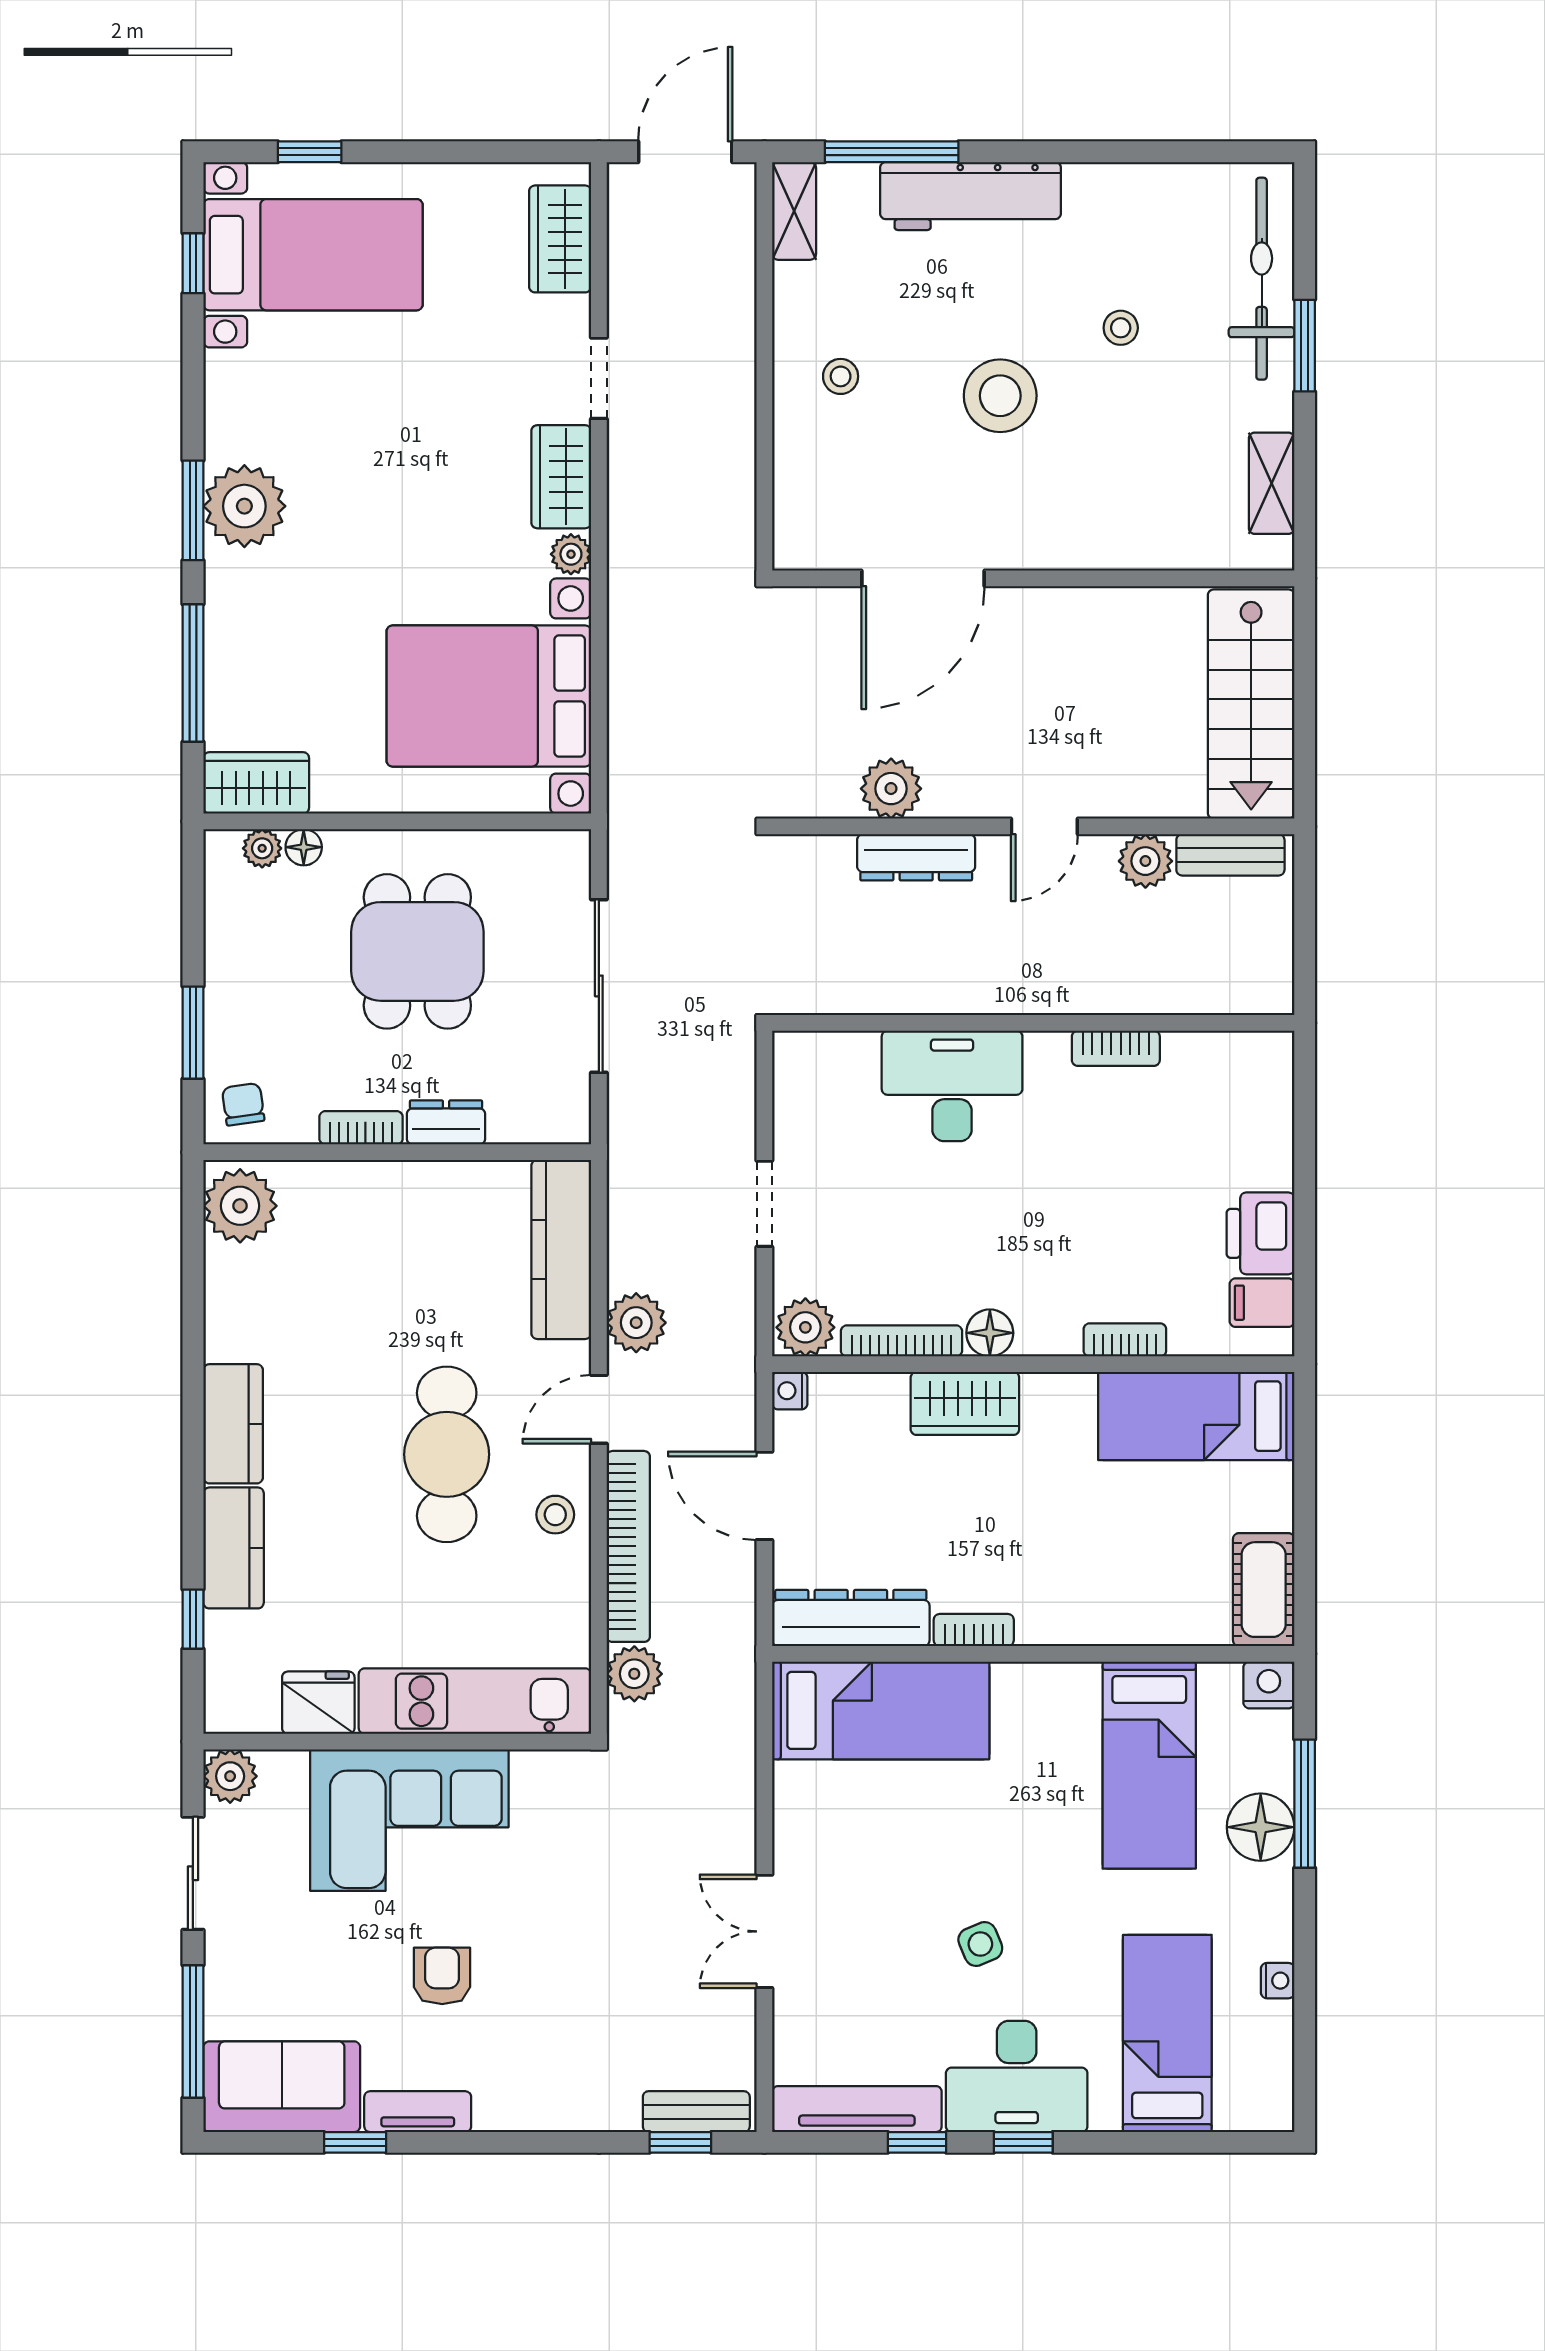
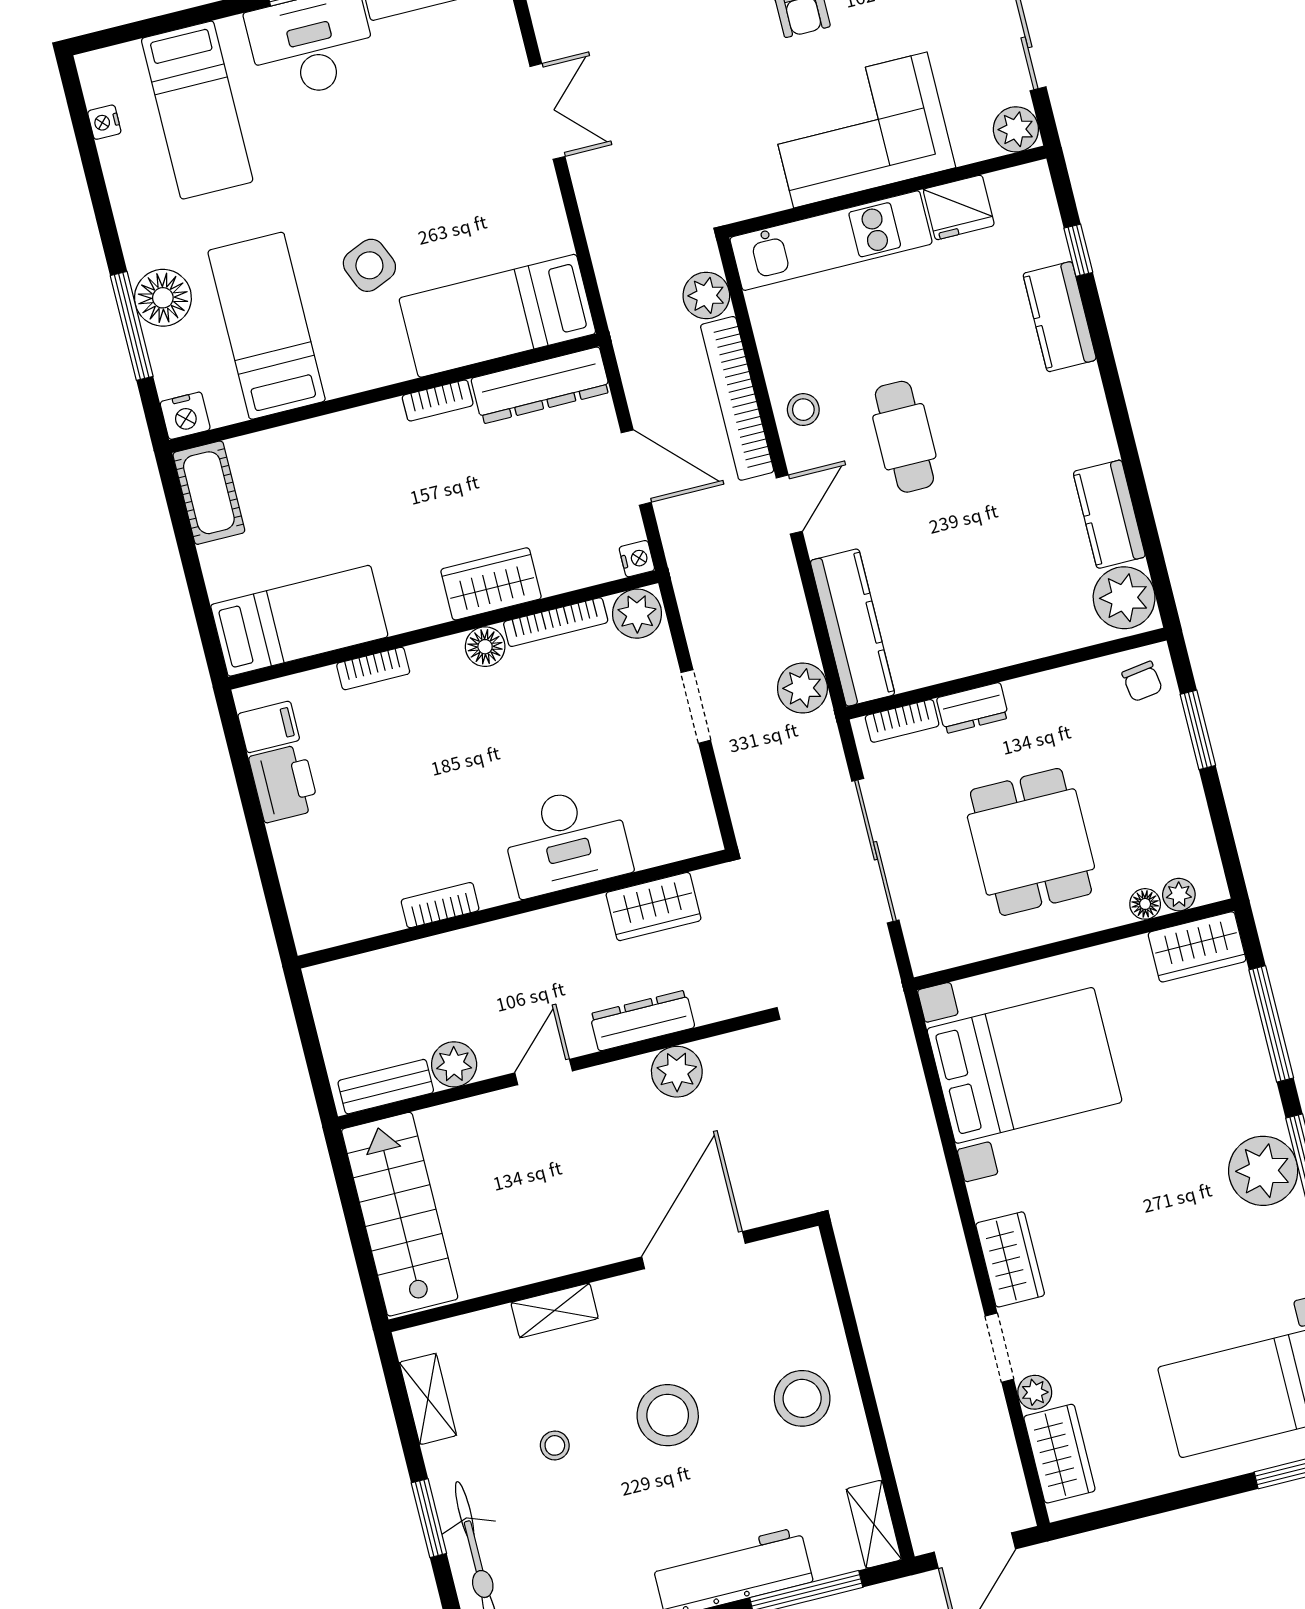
stool: (1121, 328) -> (555, 1445), moved
stool: (841, 376) -> (802, 1398), width x1.89, depth x1.89
shelving: (1100, 549) -> (555, 1310), added
plant: (571, 554) -> (1035, 1392), moved
wardrobe: (870, 985) -> (653, 907), added
bookcase: (361, 1128) -> (902, 721), moved
plant: (636, 1323) -> (802, 688), moved
kitchen counter: (233, 1424) -> (1109, 514), moved
cafe table: (447, 1454) -> (904, 437), width x0.73, depth x0.74
side table: (980, 1944) -> (369, 265), moved, width x1.37, depth x1.37
nightstand: (1278, 1981) -> (104, 122), moved

